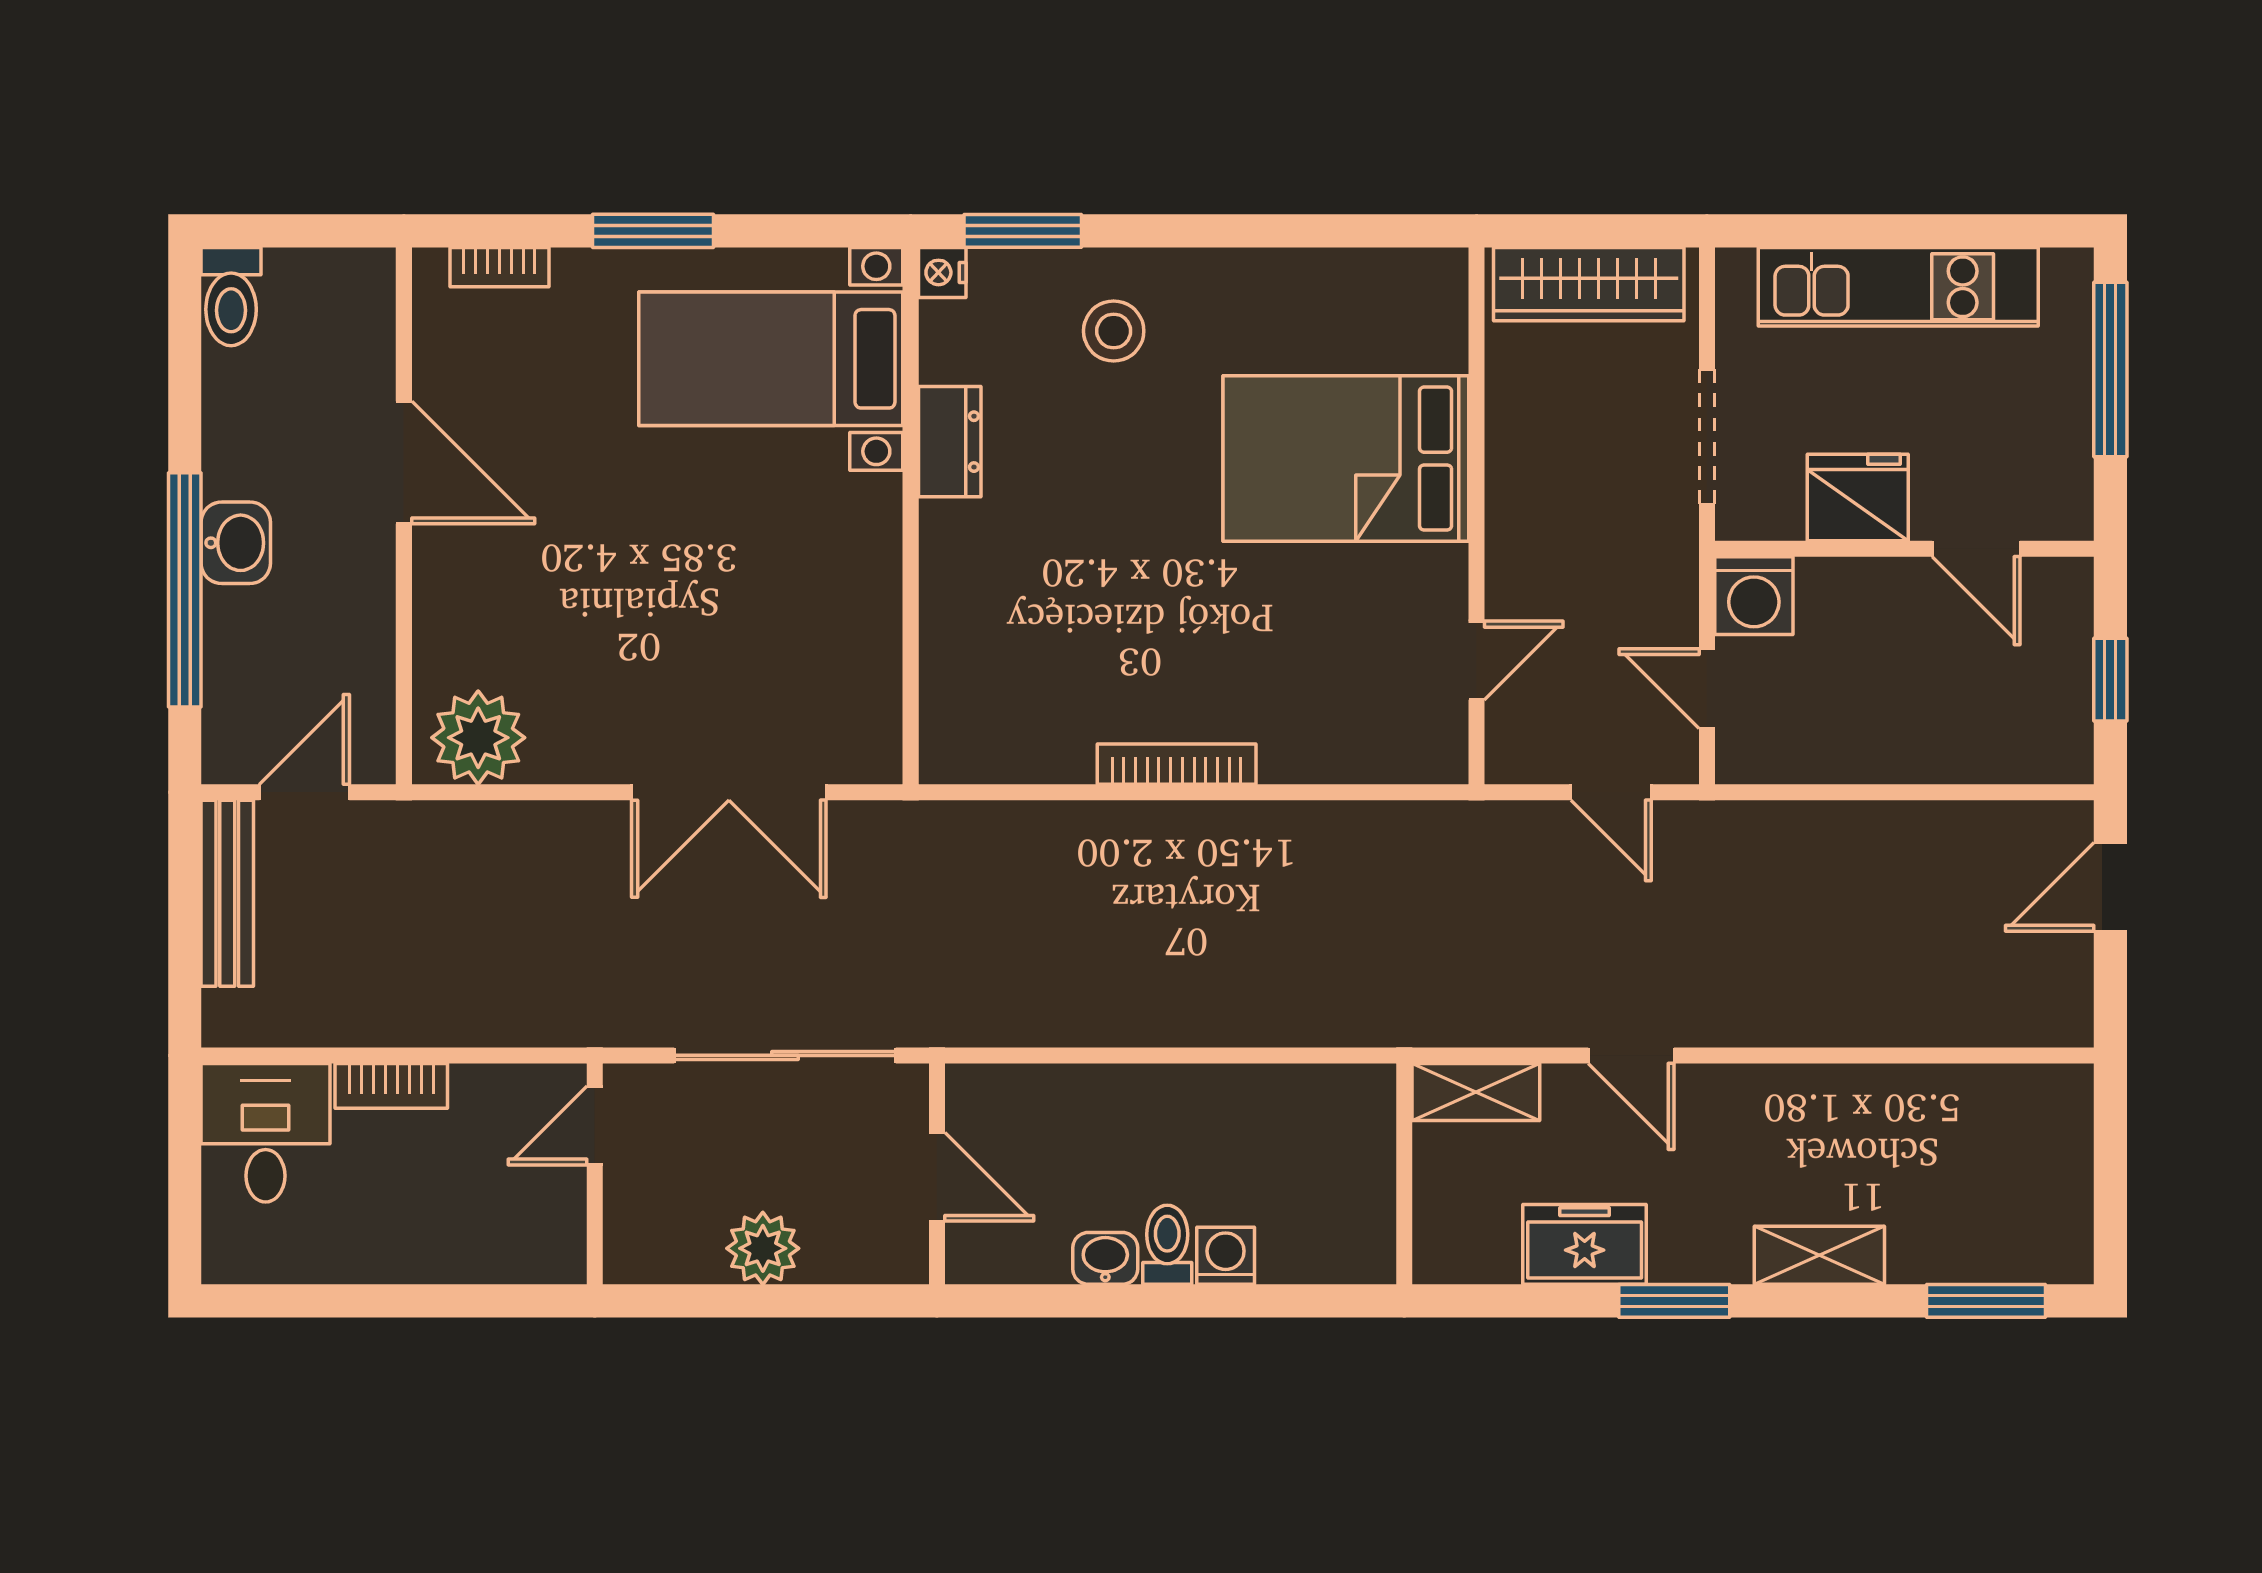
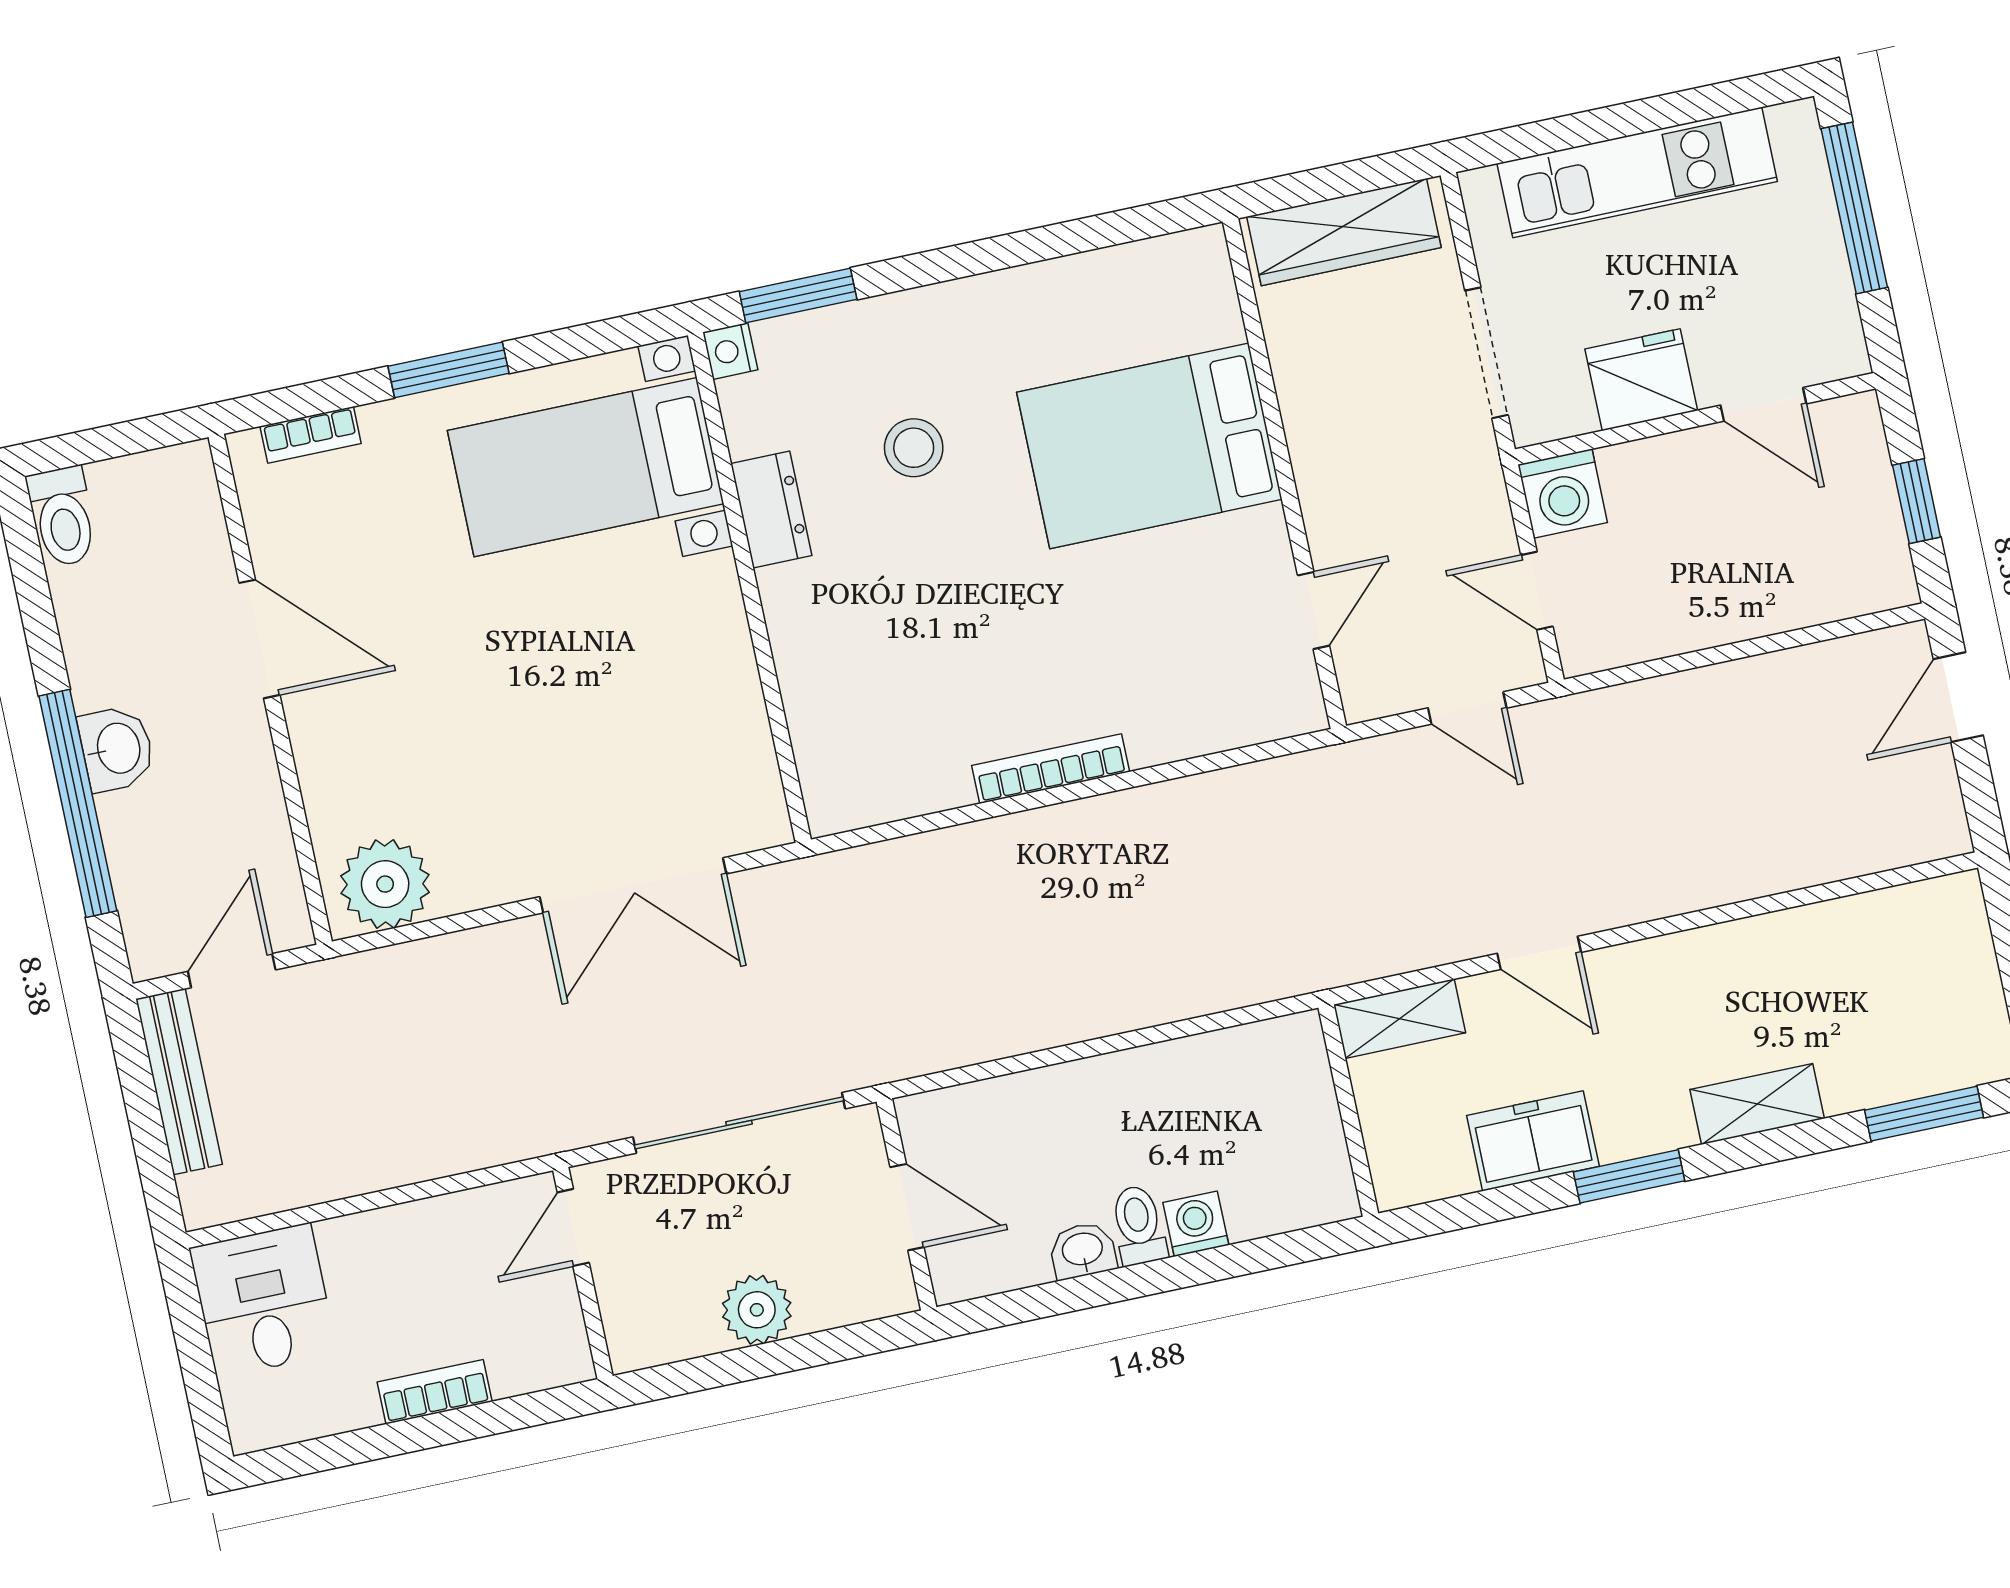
stool: (1114, 331) -> (914, 448), moved
bookcase: (391, 1086) -> (435, 1392), moved, turned 180

